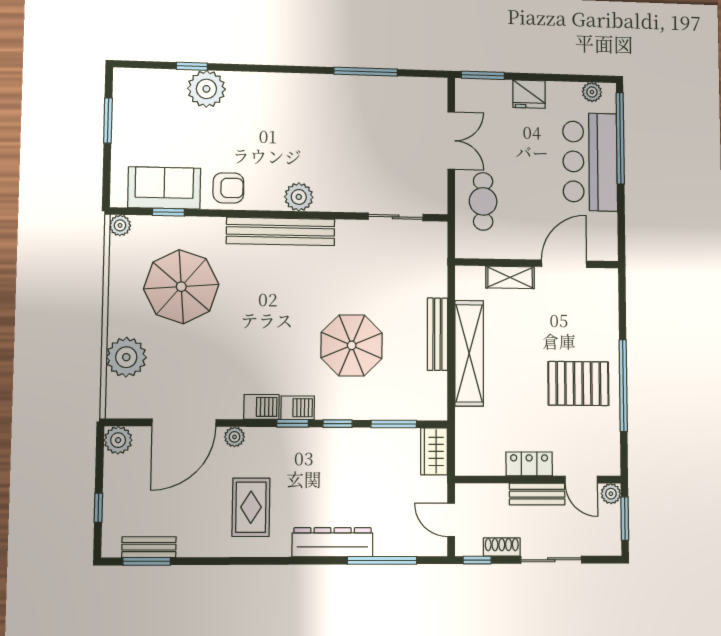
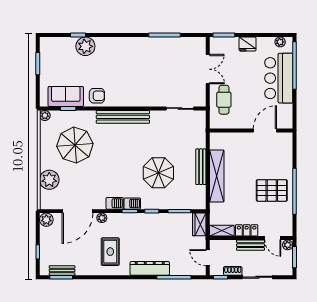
plant: (299, 197) -> (132, 99), removed
shelving: (510, 277) -> (222, 231), moved

